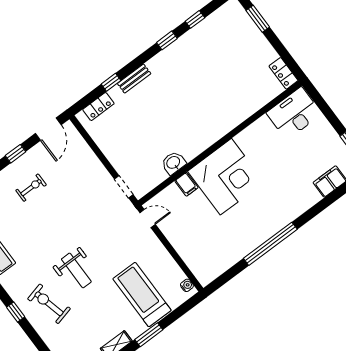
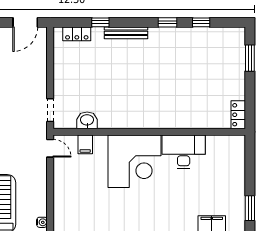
bench: (134, 79) -> (126, 33), width x1.36
desk: (294, 113) -> (184, 152), moved
washbasin: (173, 163) -> (87, 120), moved
filing cabinet: (186, 184) -> (85, 144), moved

